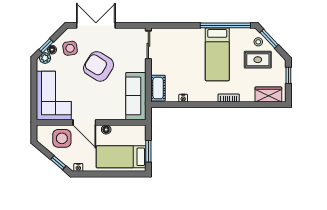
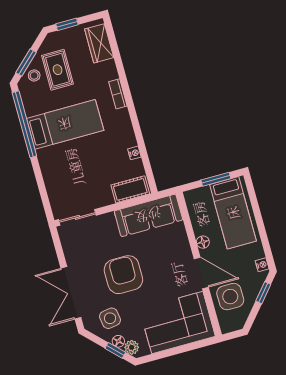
armchair: (99, 66) -> (123, 275), turned 148
door: (84, 122) -> (201, 273), hinge flipped

